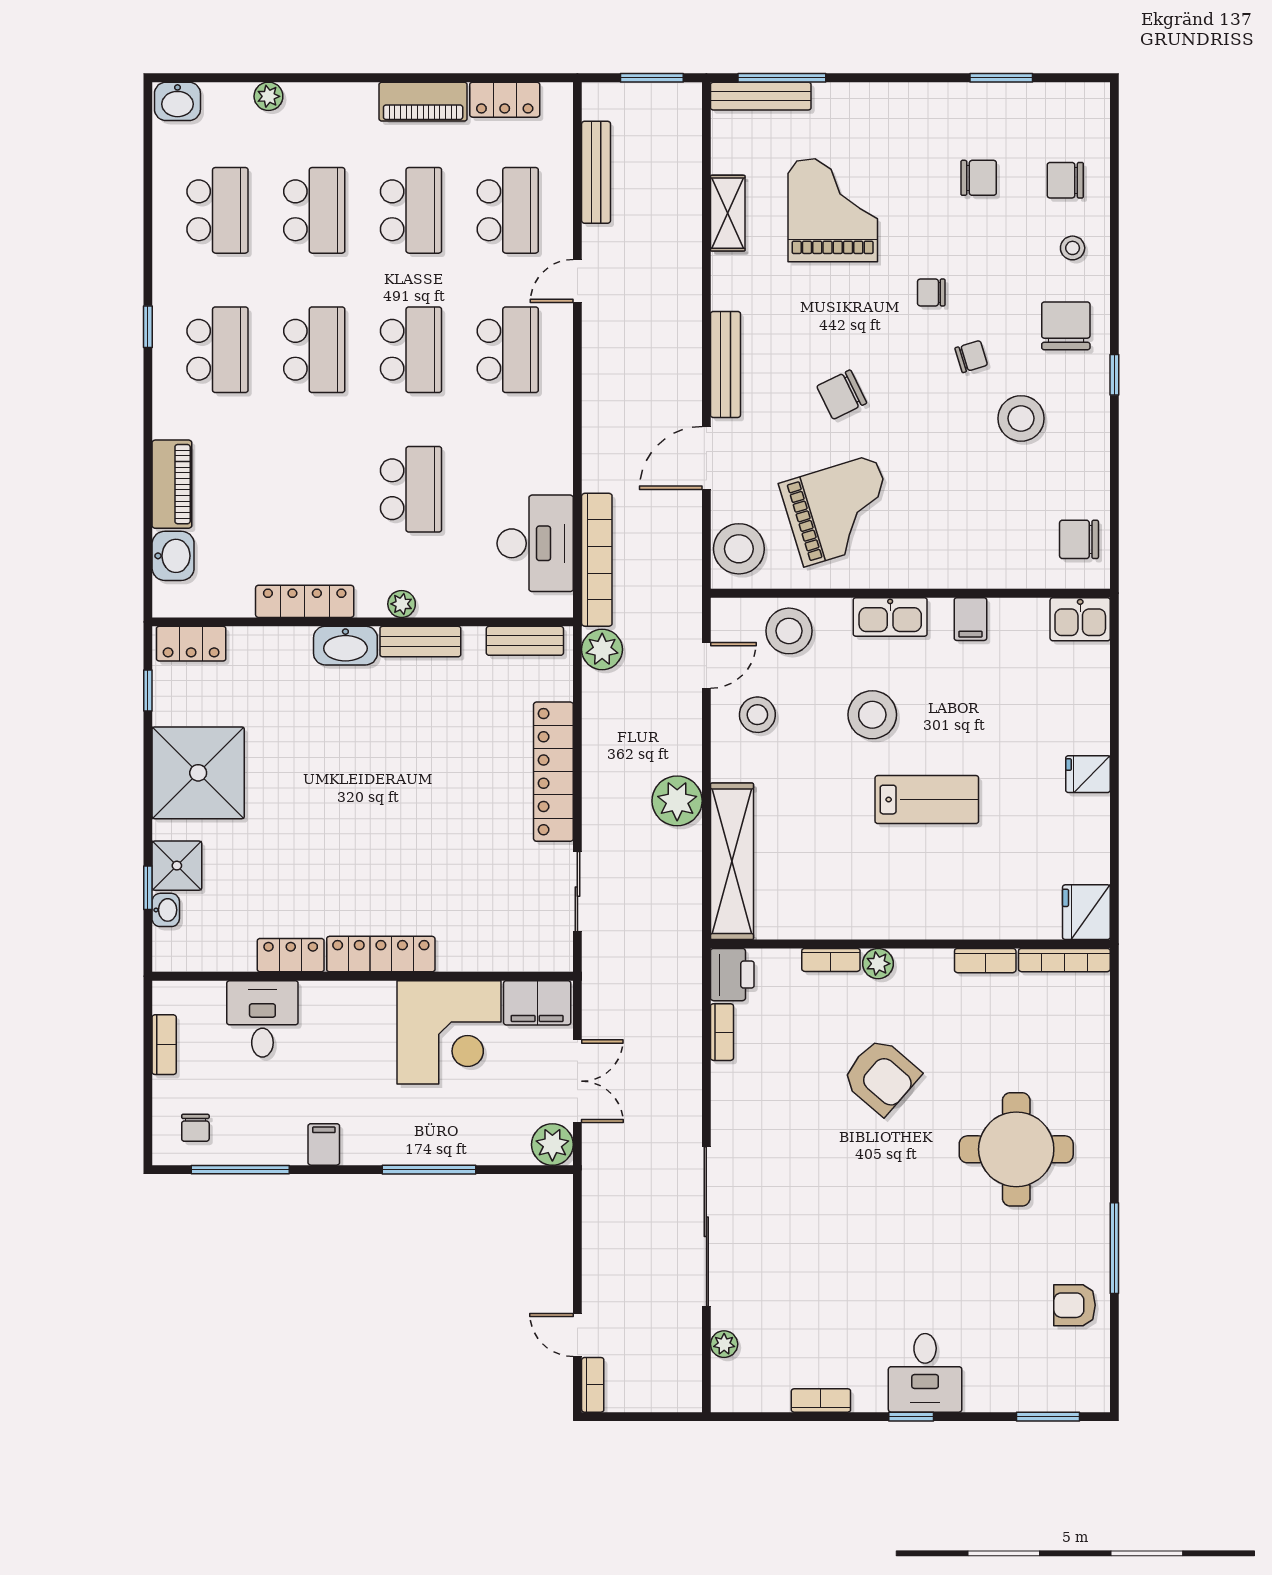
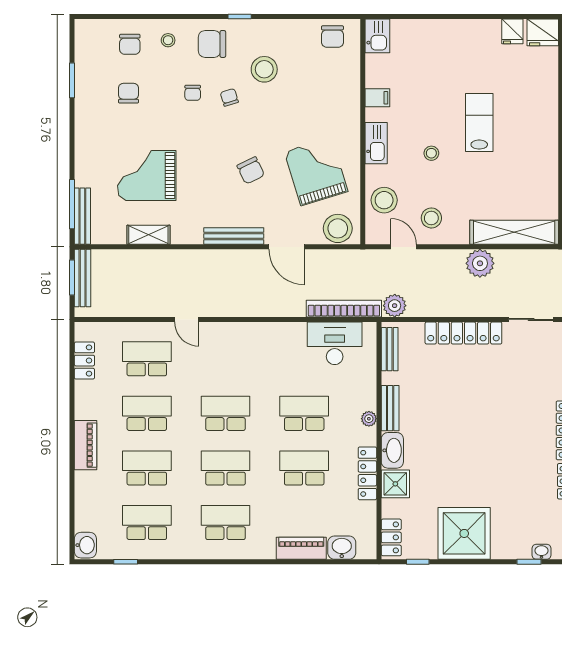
plant: (268, 96) -> (83, 494), removed
piano: (423, 102) -> (86, 445), moved
bench: (596, 172) -> (83, 278), moved, turned 90
chair: (931, 292) -> (193, 93), moved
window: (148, 327) -> (126, 562), moved
school desk: (508, 350) -> (304, 468), moved
stool: (872, 715) -> (431, 153), width x0.53, depth x0.53
fridge: (1088, 774) -> (512, 31), moved
shower: (177, 866) -> (395, 484), moved

